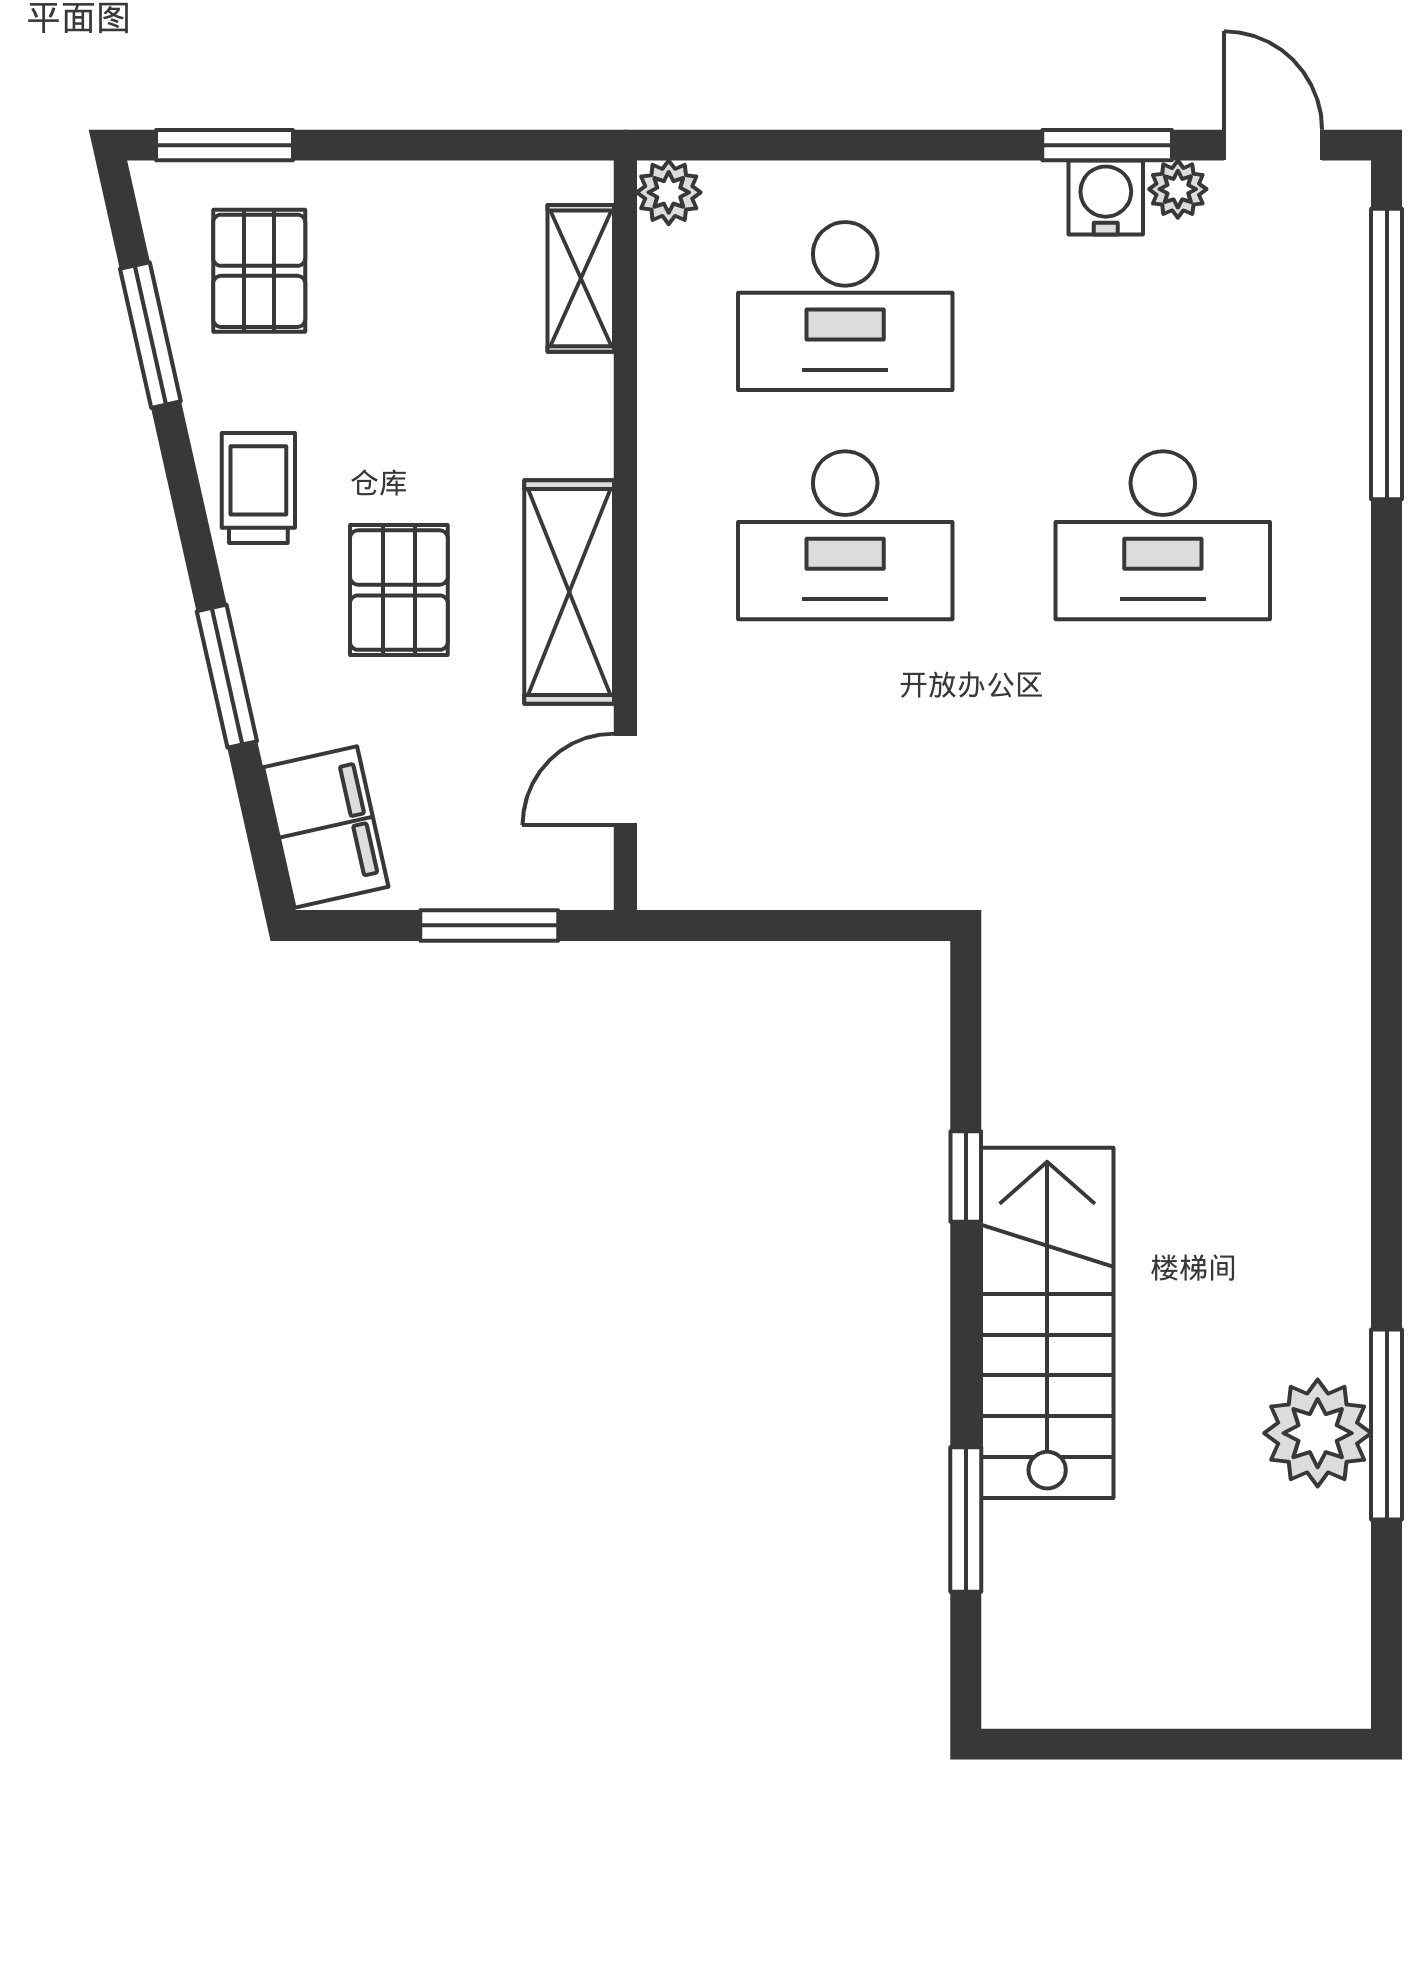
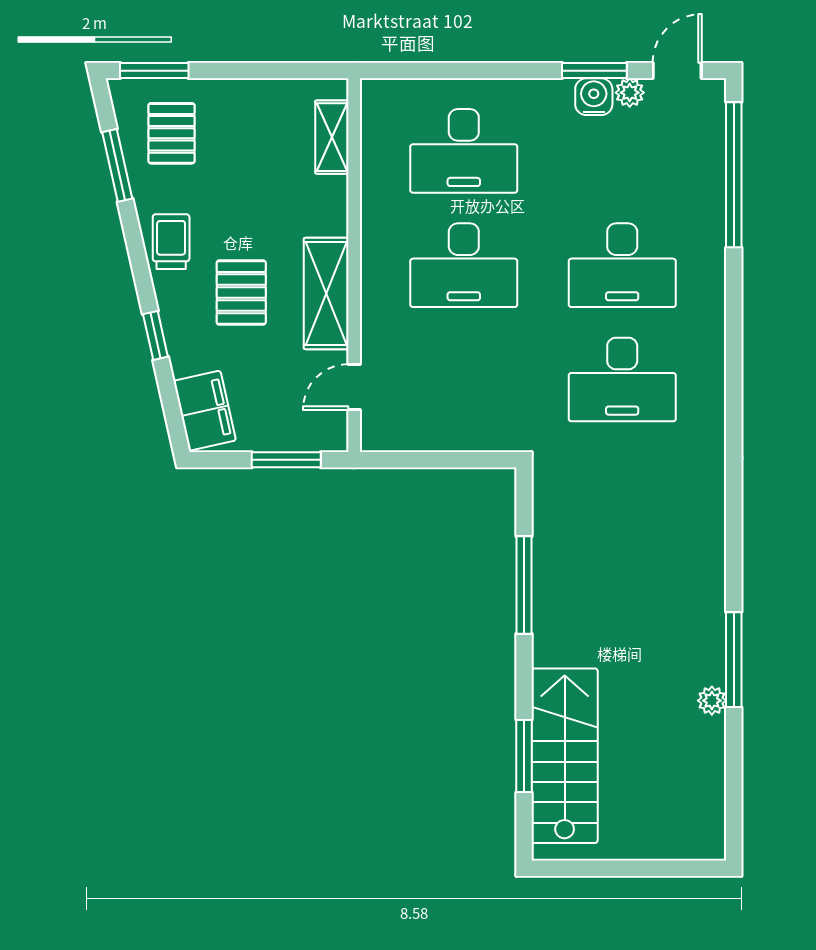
door: (1273, 145) -> (677, 71), hinge flipped
plant: (669, 192) -> (376, 94), removed
window: (227, 676) -> (155, 335), width x0.67
desk: (1163, 764) -> (622, 380), added
window: (966, 1176) -> (524, 585), width x2.17
stairs: (1047, 1323) -> (565, 756), moved
window: (1387, 1424) -> (734, 660), moved
plant: (1318, 1433) -> (712, 701), width x0.53, depth x0.53

